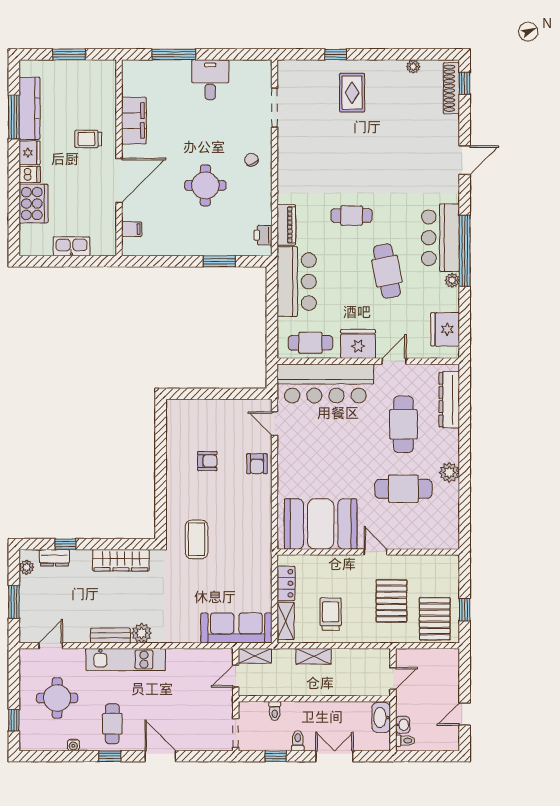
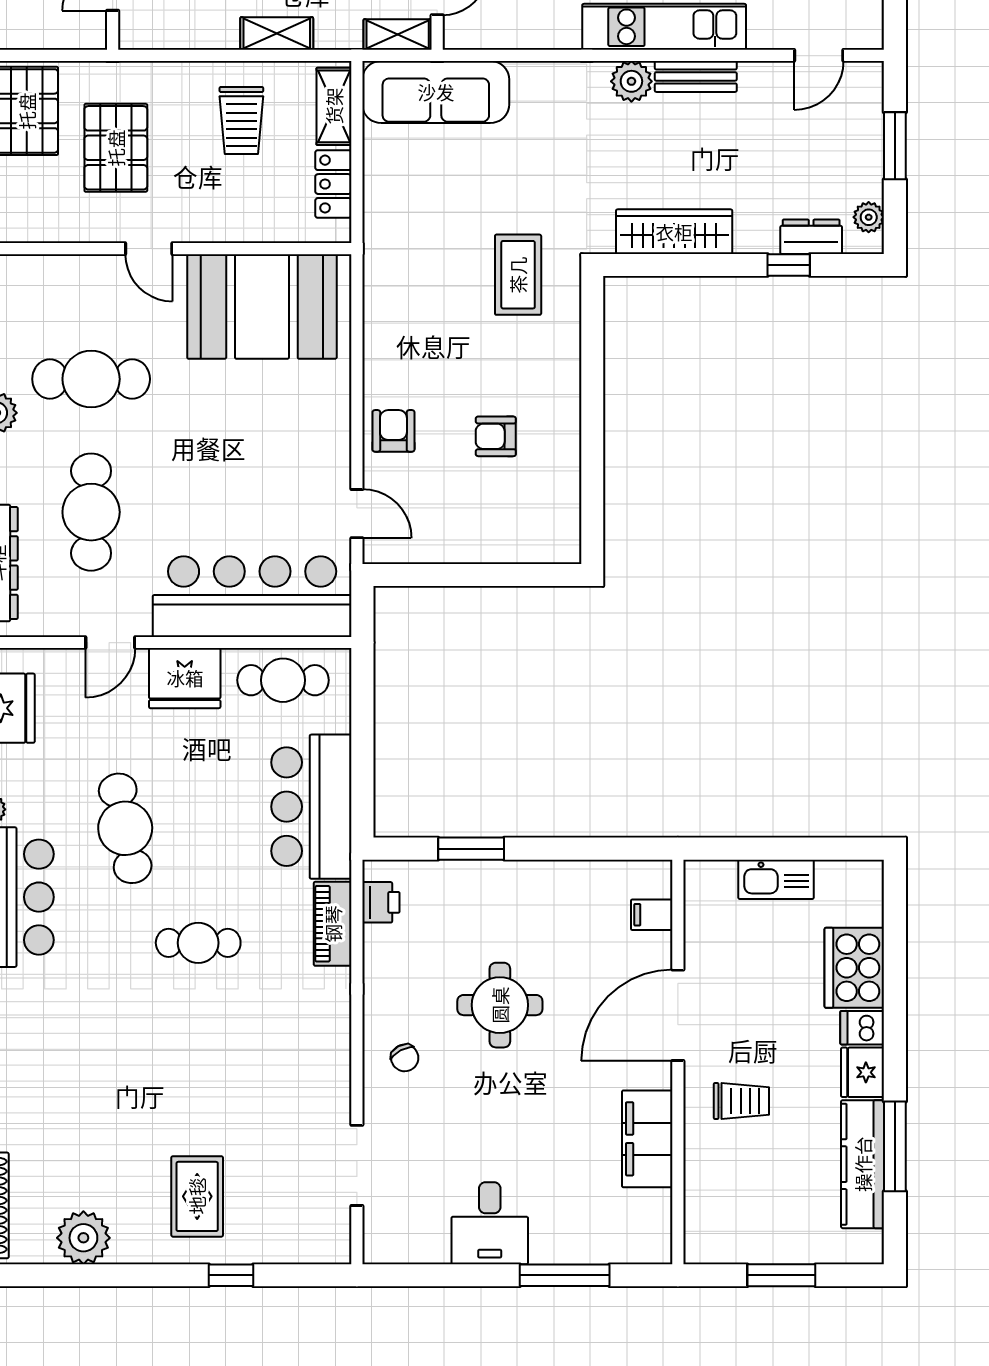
plant: (413, 67) -> (83, 1238), width x1.87, depth x1.87

